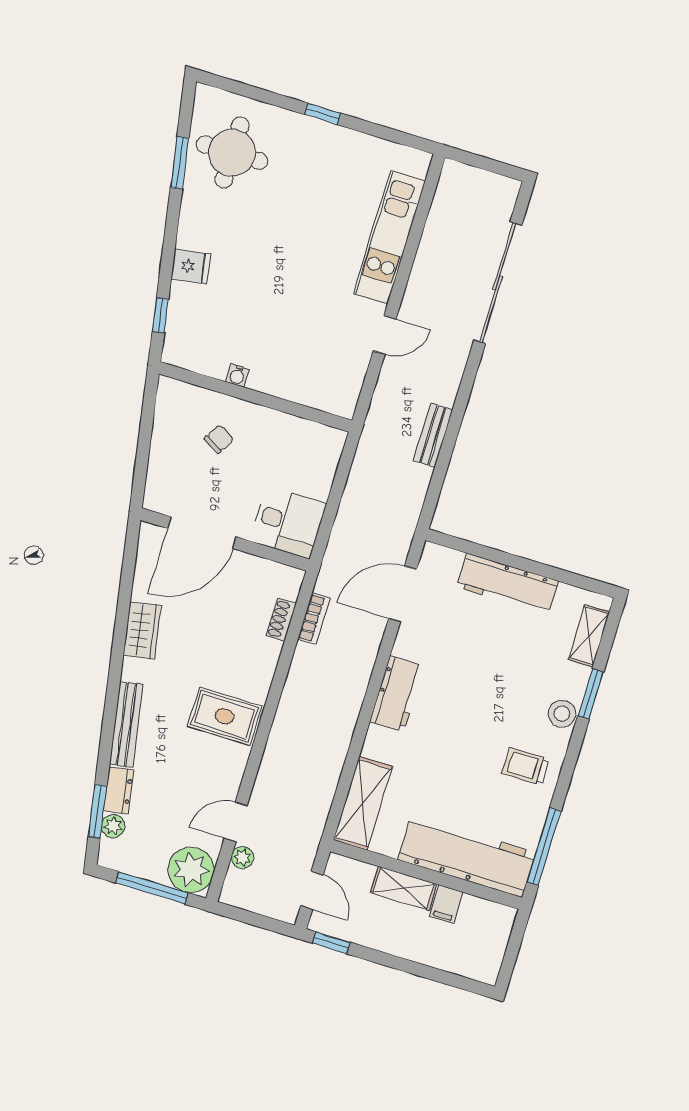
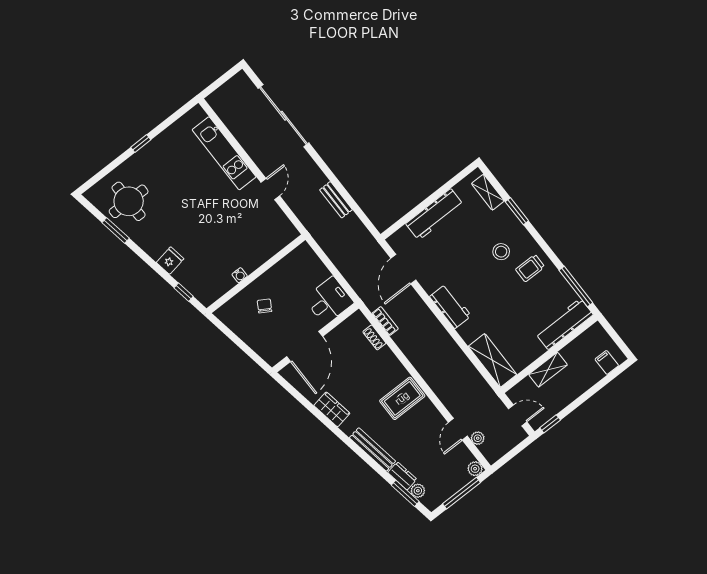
stool: (562, 714) -> (501, 252), moved
workbench: (467, 856) -> (564, 324), width x0.73, depth x0.76
plant: (191, 870) -> (475, 469), width x0.53, depth x0.53
filing cabinet: (446, 904) -> (607, 362), moved, turned 180

